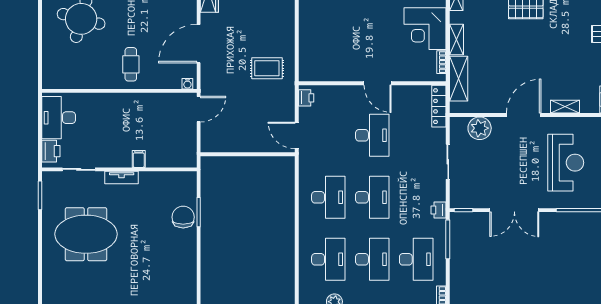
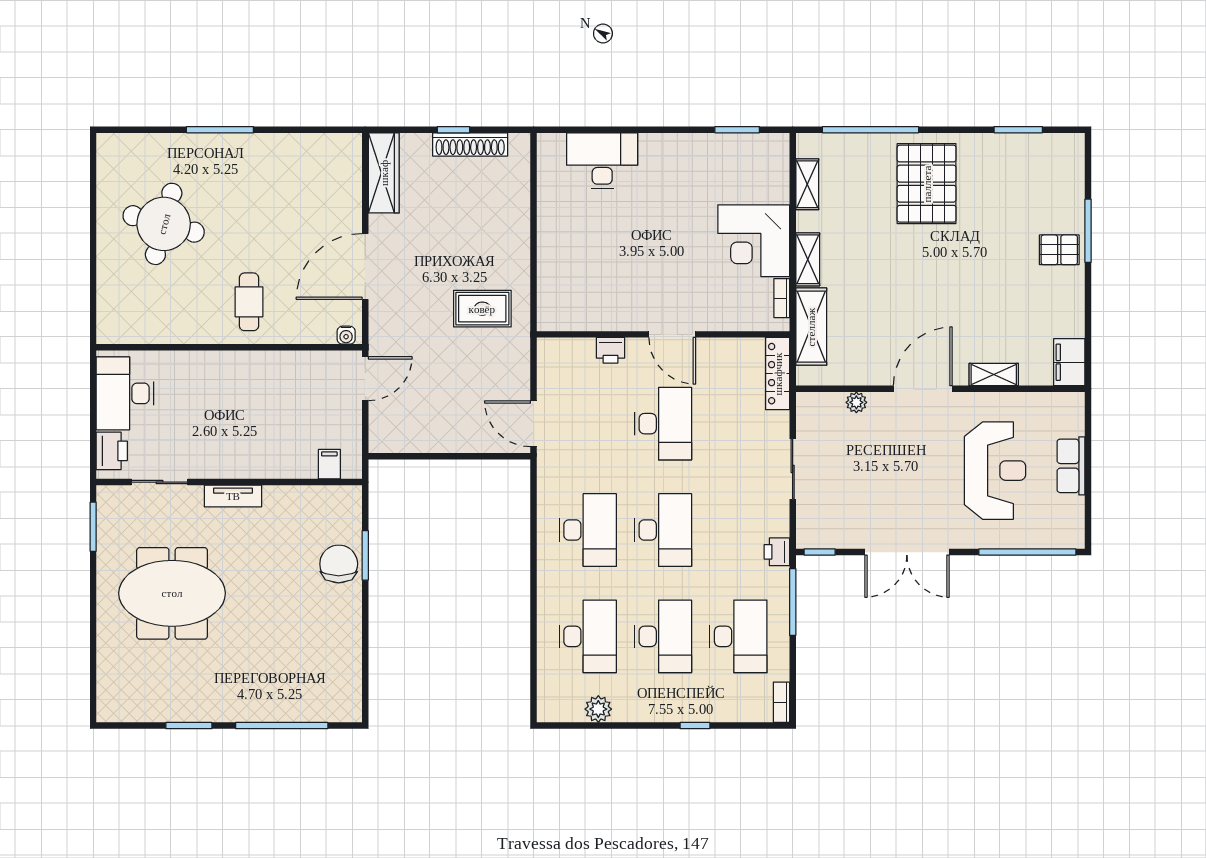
printer: (306, 98) -> (611, 350), moved, turned 90
plant: (480, 128) -> (856, 402), width x0.53, depth x0.53
filing cabinet: (139, 159) -> (329, 464), moved

